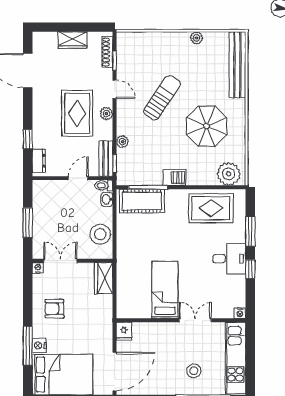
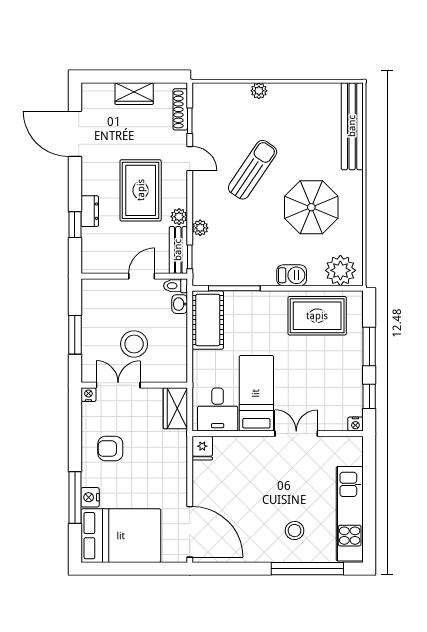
plant: (196, 38) -> (259, 91), moved
plant: (106, 114) -> (179, 217), moved
dresser: (39, 161) -> (90, 211), moved
barbecue: (174, 178) -> (292, 275), moved
cot: (142, 201) -> (208, 320), moved, turned 90
stool: (100, 234) -> (134, 344), moved
desk: (229, 259) -> (218, 410), moved, turned 90
bed: (165, 290) -> (256, 393), moved
nightstand: (240, 313) -> (355, 424), moved
wall: (181, 320) -> (278, 434), moved
double door: (195, 320) -> (296, 434), moved
fridge: (124, 331) -> (202, 448), moved
door: (115, 372) -> (190, 532), hinge flipped

